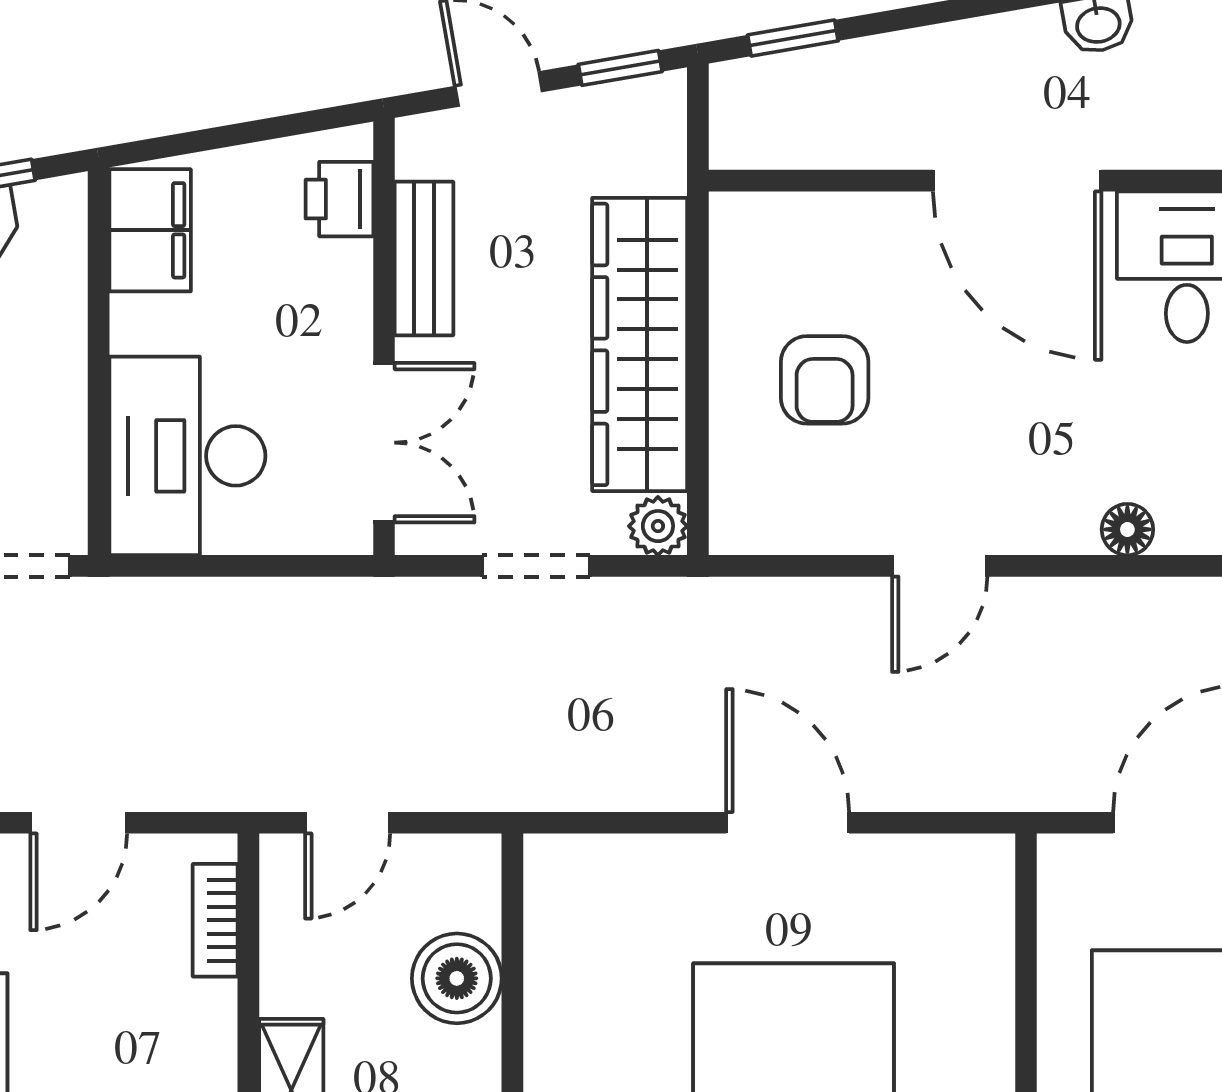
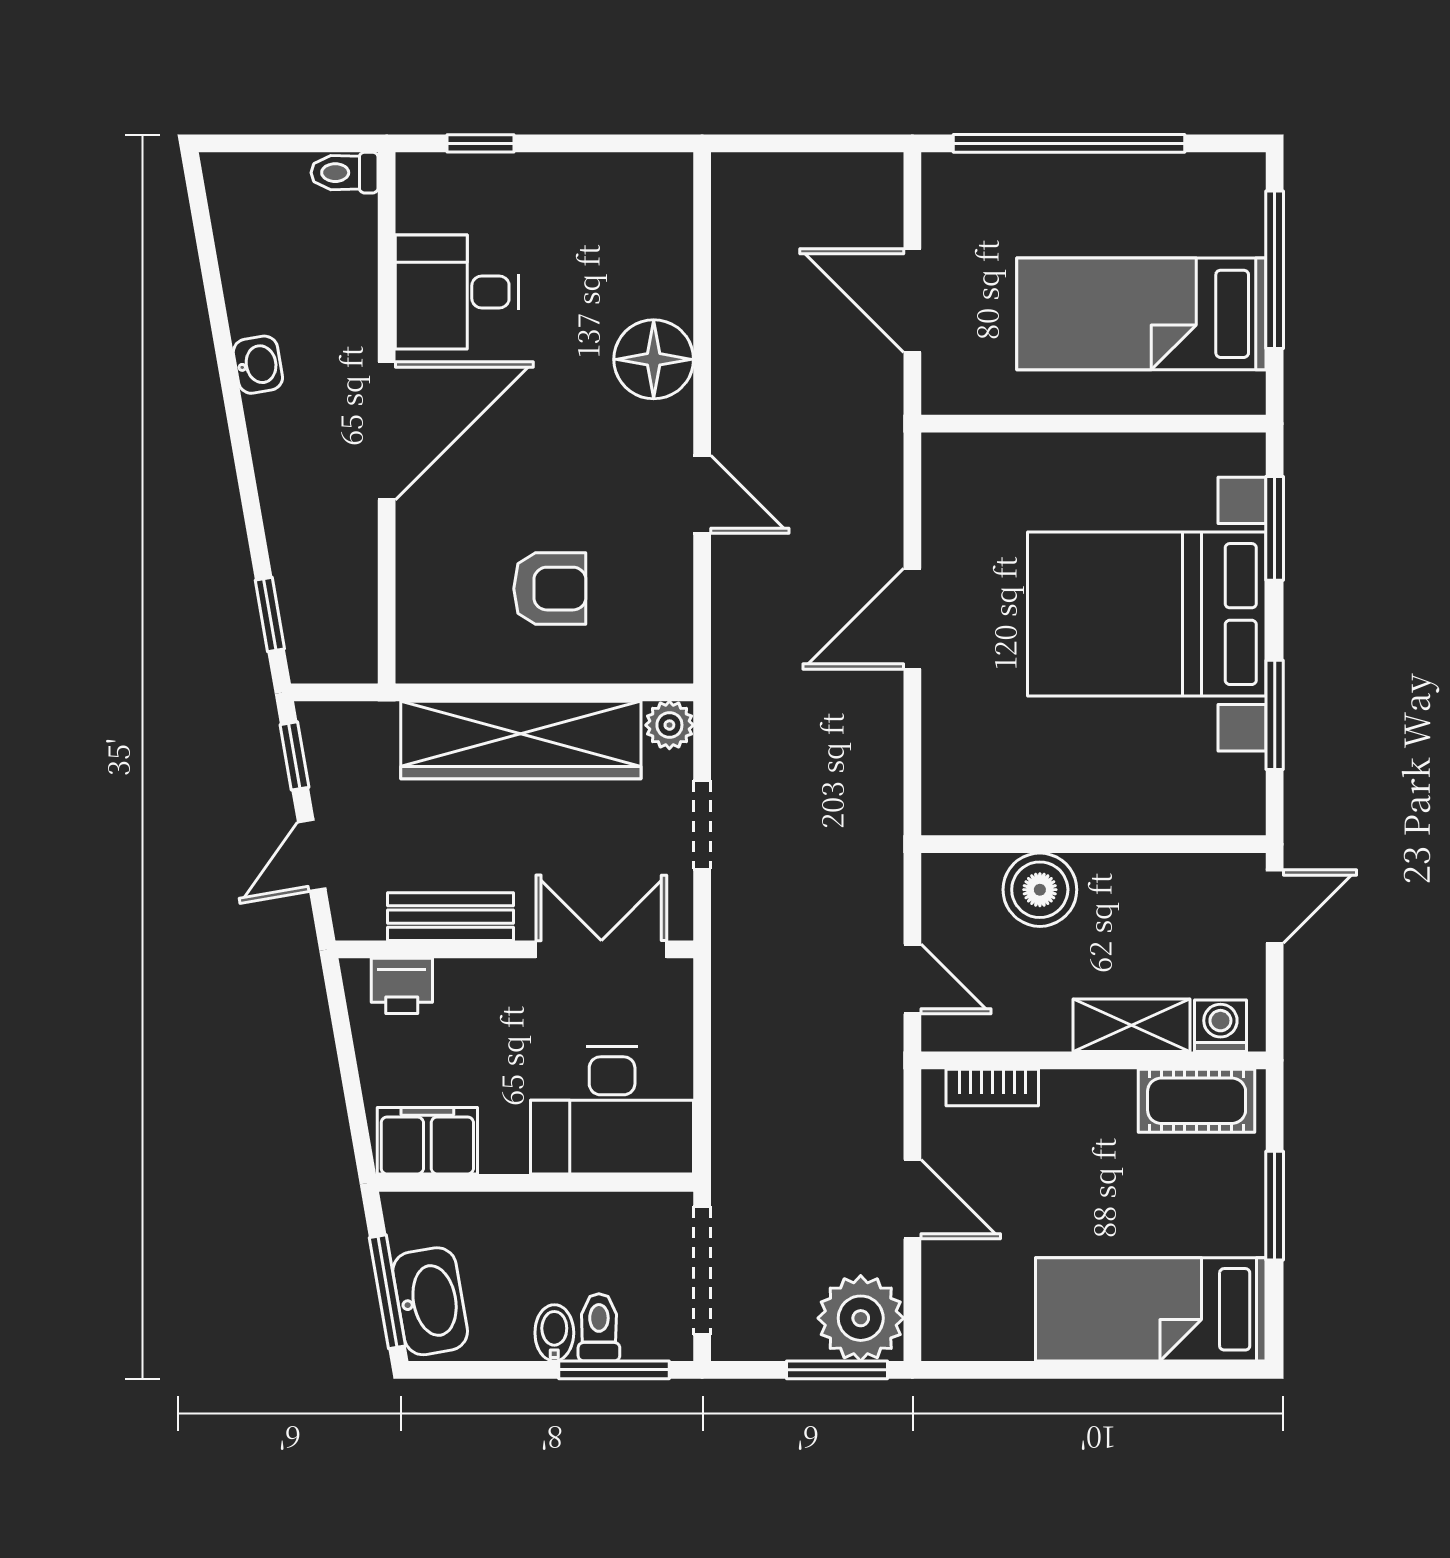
floor lamp: (1127, 529) -> (654, 359), width x1.89, depth x1.89

